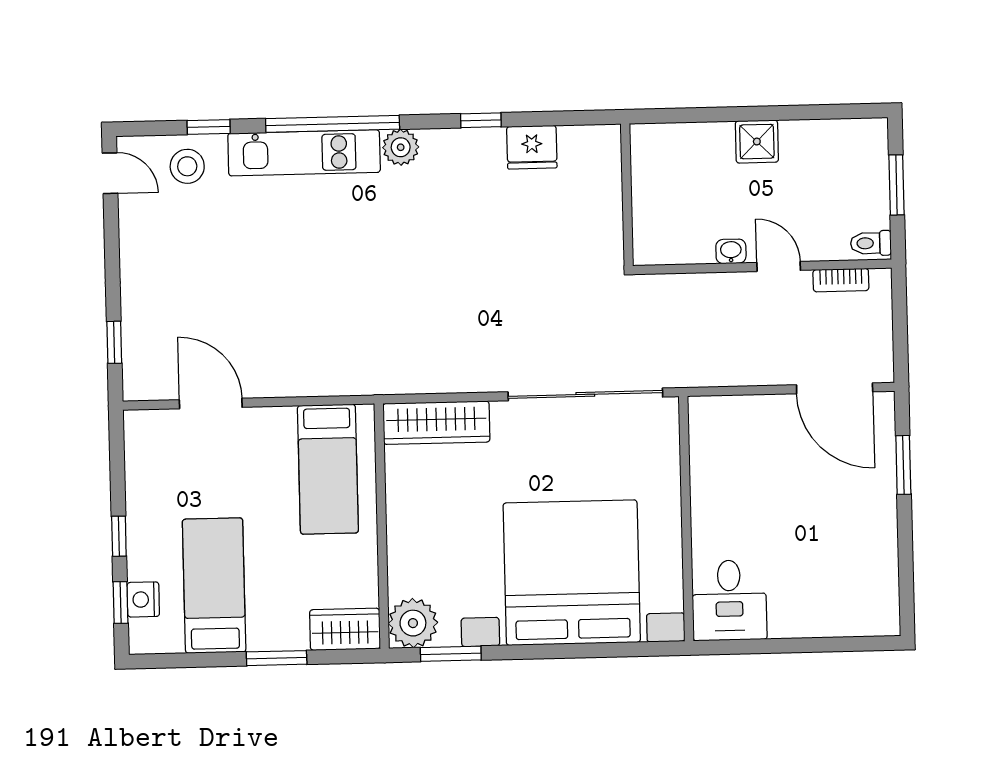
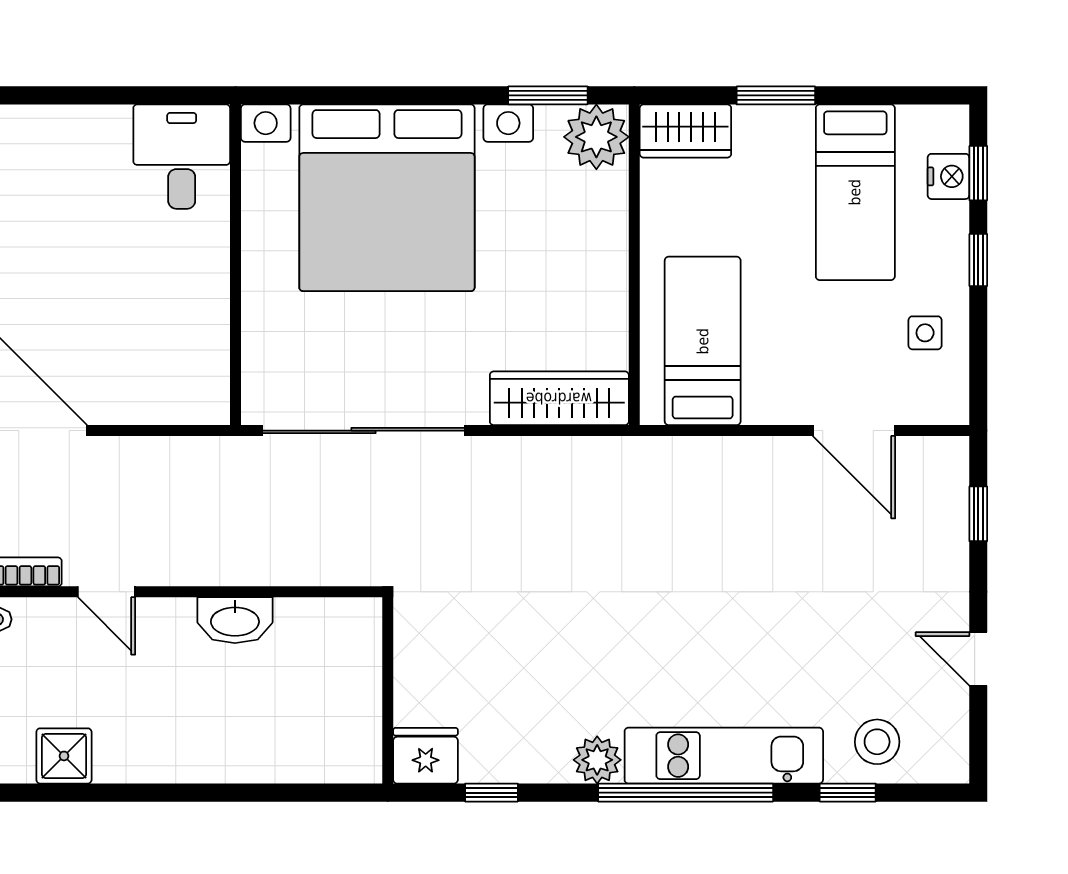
shower: (757, 142) -> (64, 756), moved
door: (110, 173) -> (978, 659), moved
wall: (627, 195) -> (388, 690), moved
washbasin: (731, 251) -> (235, 620), moved, width x1.91, depth x1.45
side table: (158, 480) -> (925, 333), added

